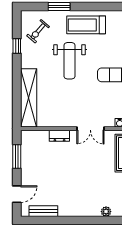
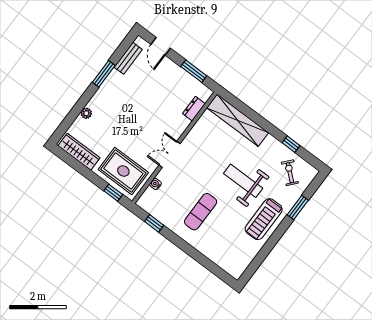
treadmill: (86, 25) -> (264, 219), turned 180
dresser: (59, 136) -> (194, 109), moved
window: (68, 220) -> (104, 74), added

